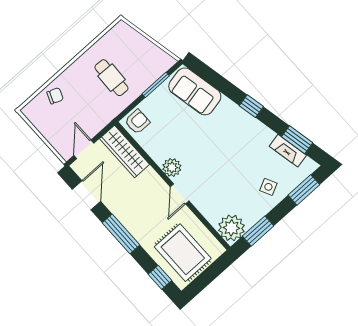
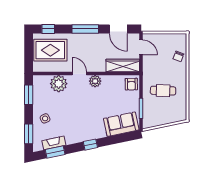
plant: (231, 228) -> (59, 84), moved

